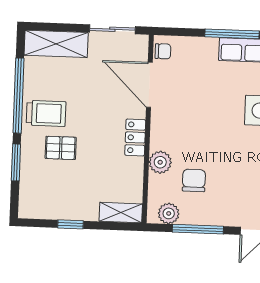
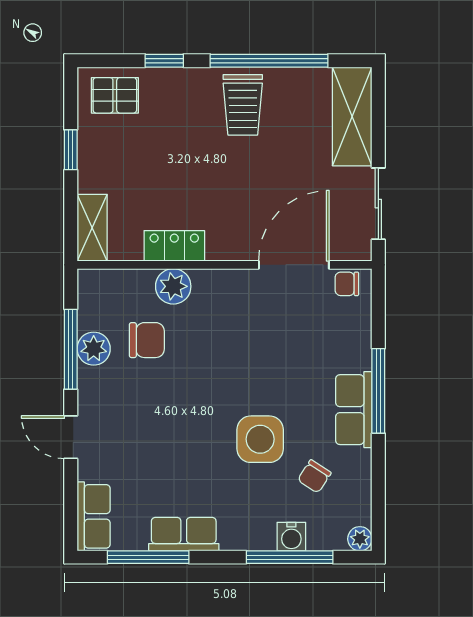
chair: (163, 51) -> (347, 284), turned 90
locker: (135, 137) -> (174, 246), moved
pallet: (61, 148) -> (115, 95), moved, turned 90
window: (16, 162) -> (164, 61), width x0.67
plant: (169, 213) -> (94, 349), moved

